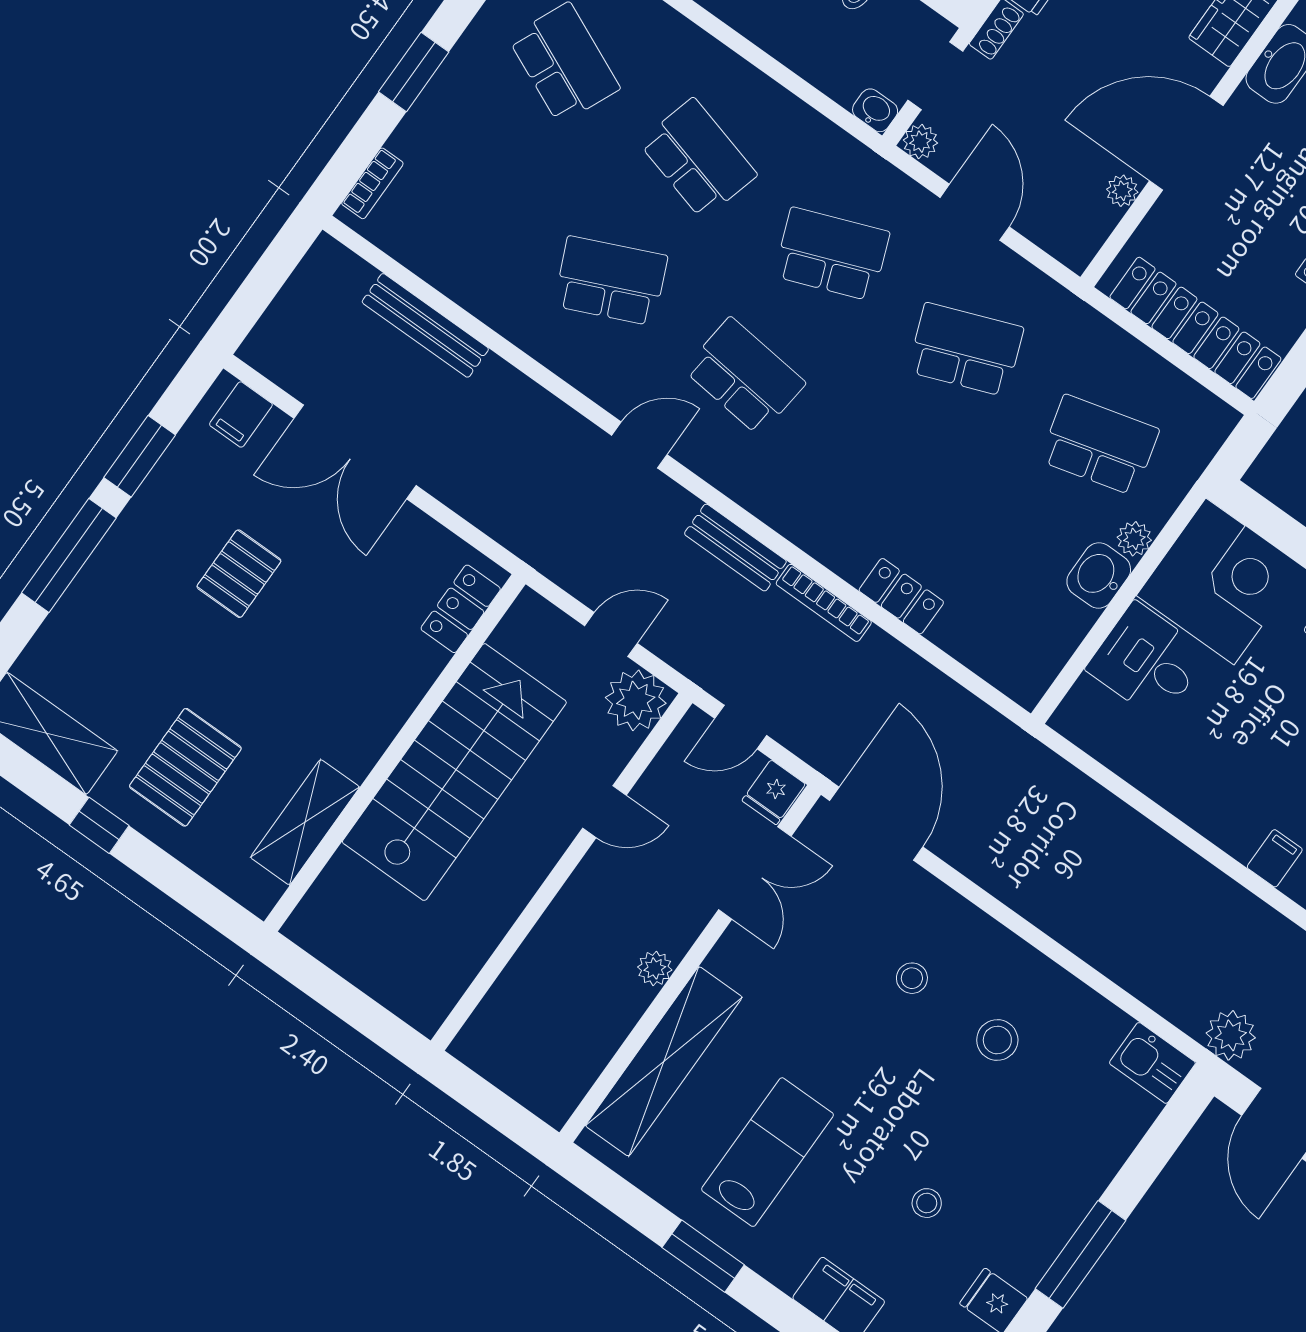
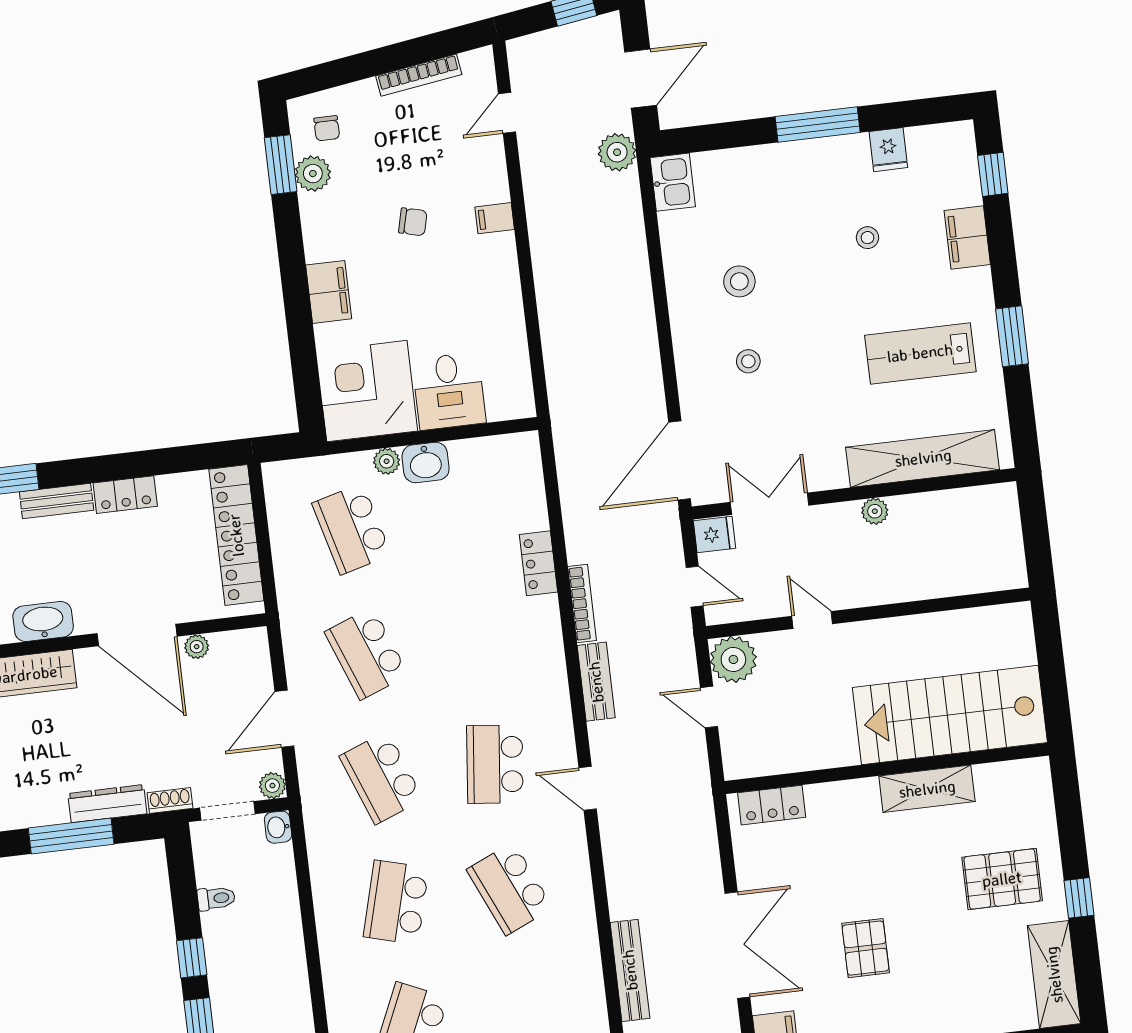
pallet: (239, 574) -> (866, 948), turned 90
stairs: (454, 772) -> (950, 715), moved
shelving: (305, 822) -> (927, 789), moved

